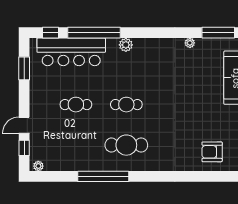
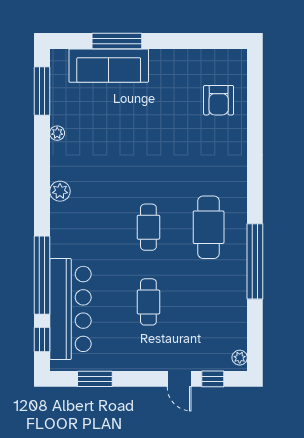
plant: (126, 45) -> (60, 191), moved

